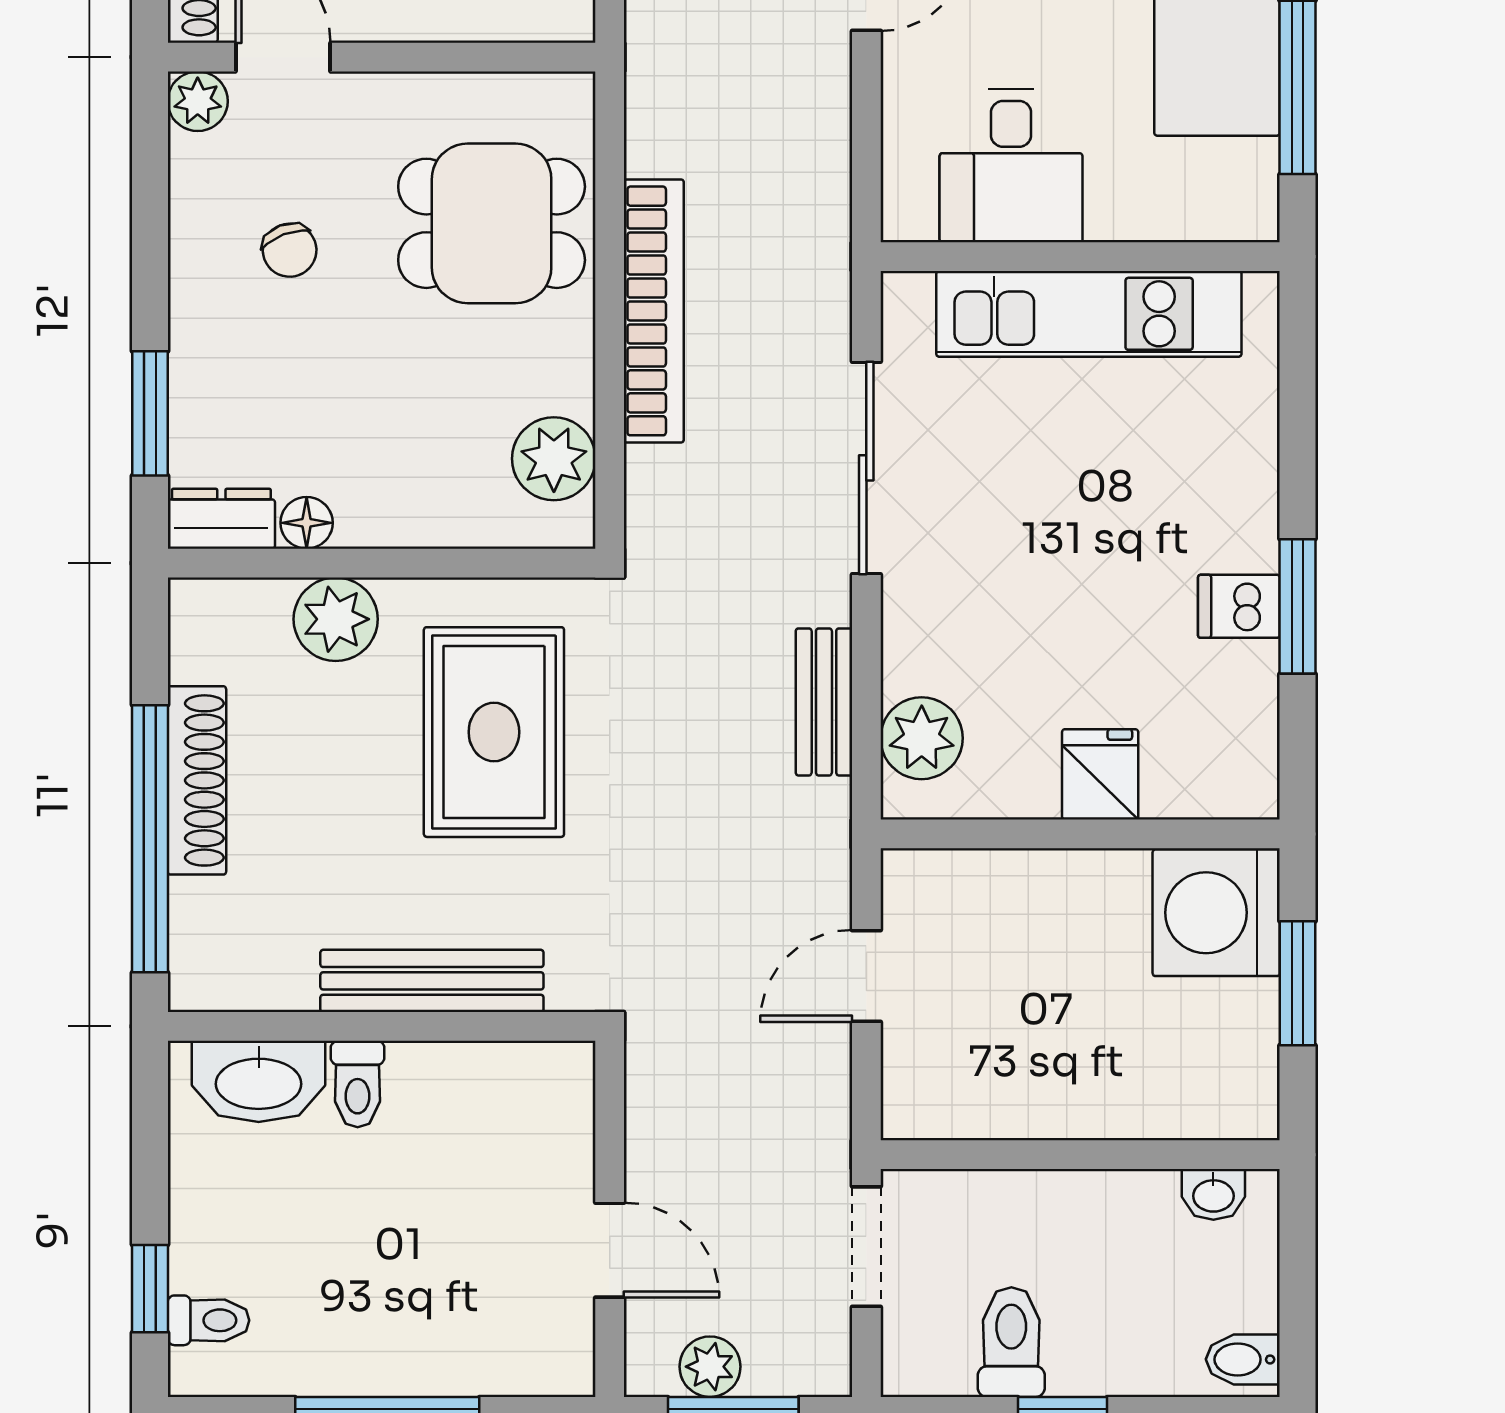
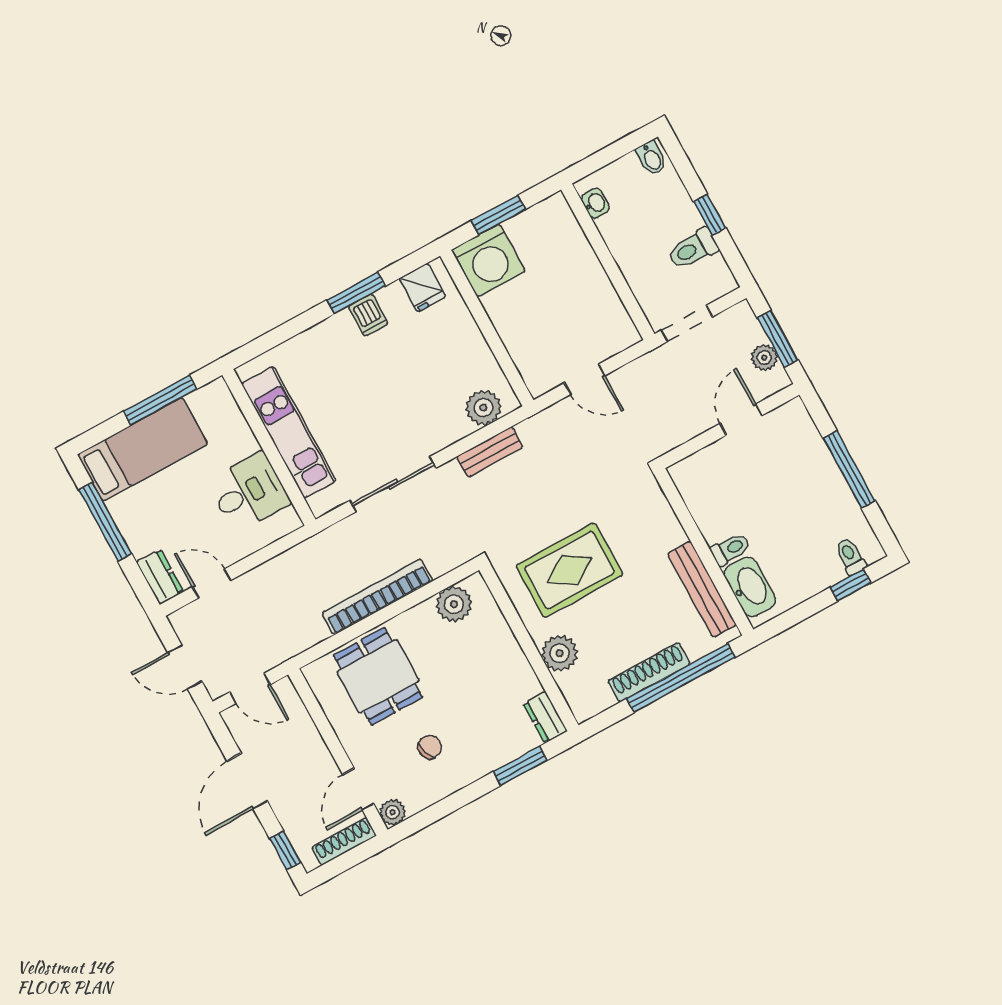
floor lamp: (307, 523) -> (529, 684), removed
fridge: (1100, 774) -> (423, 288), moved, turned -90
bench: (432, 981) -> (702, 589), moved

